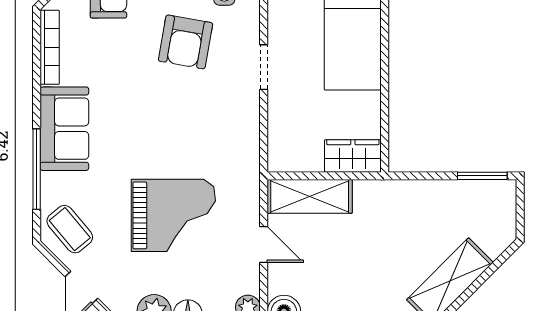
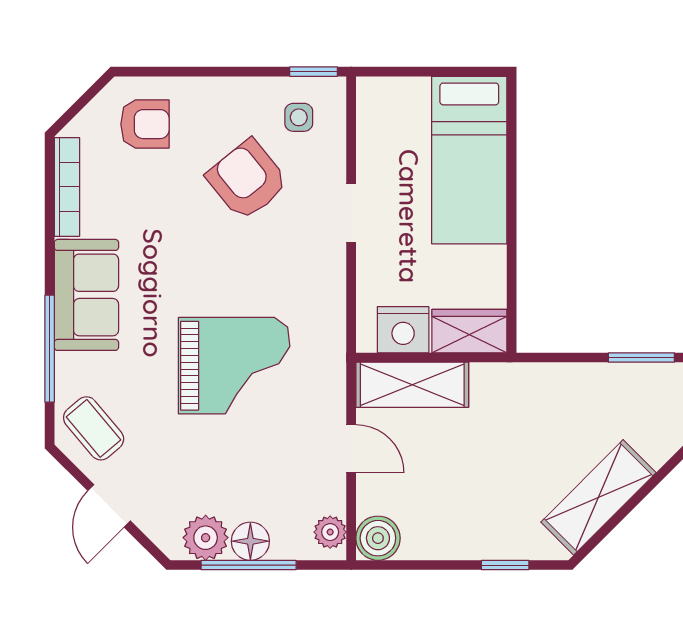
armchair: (186, 42) -> (247, 180), turned 131
nightstand: (303, 155) -> (403, 330), added
grand piano: (173, 215) -> (234, 366), moved

